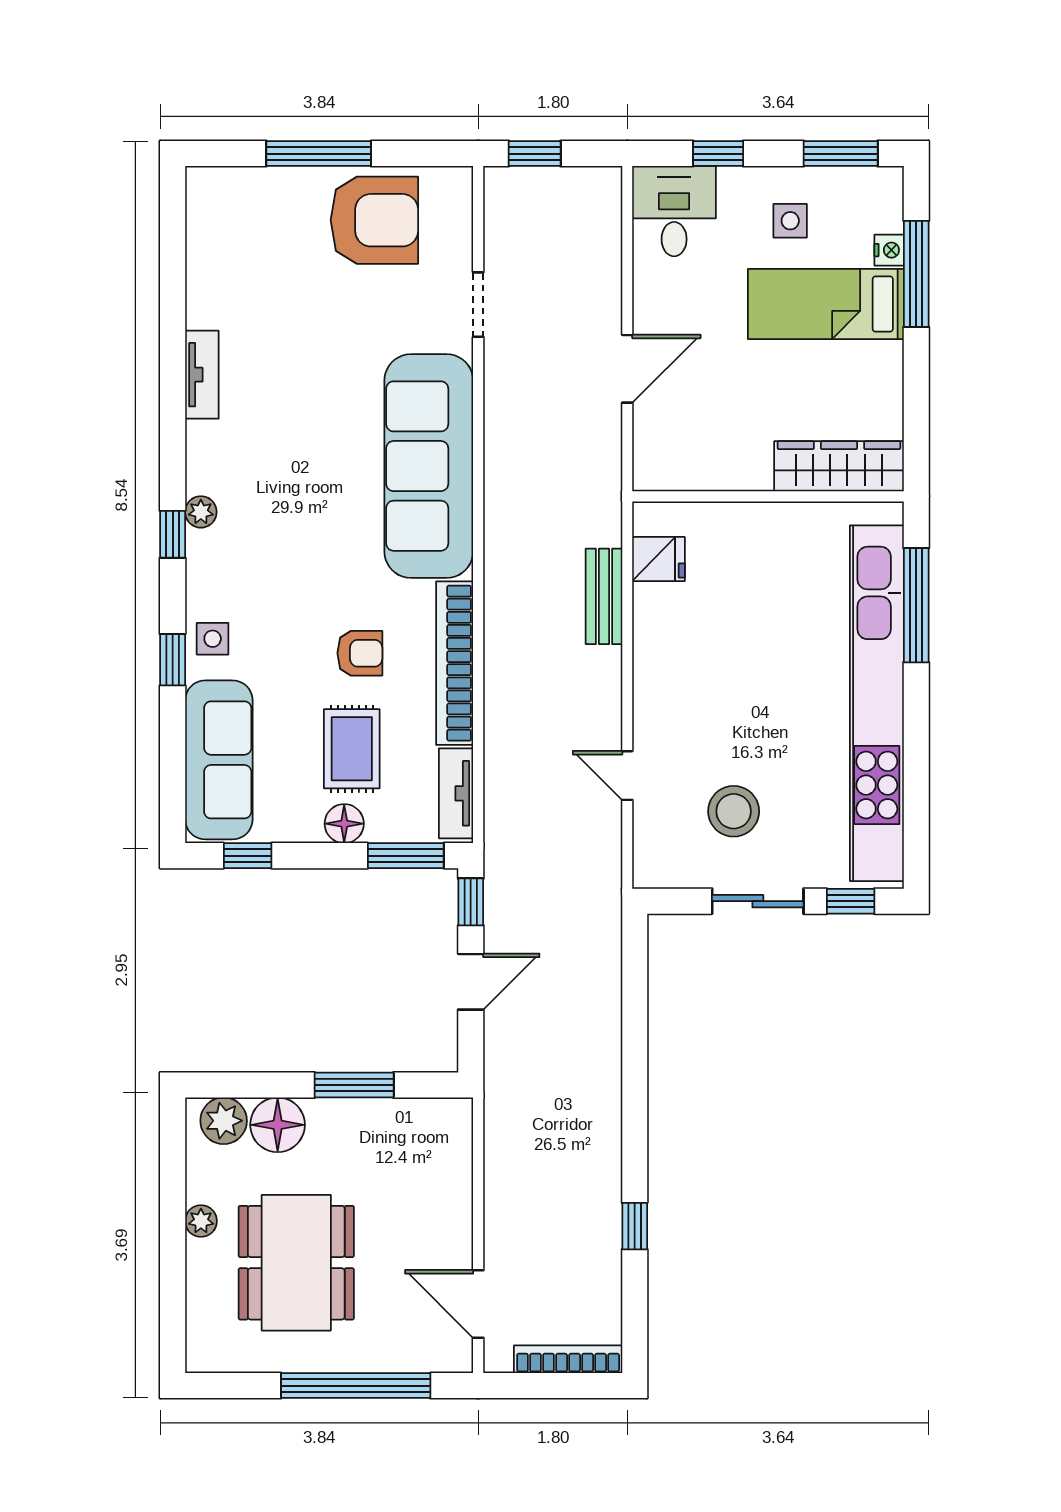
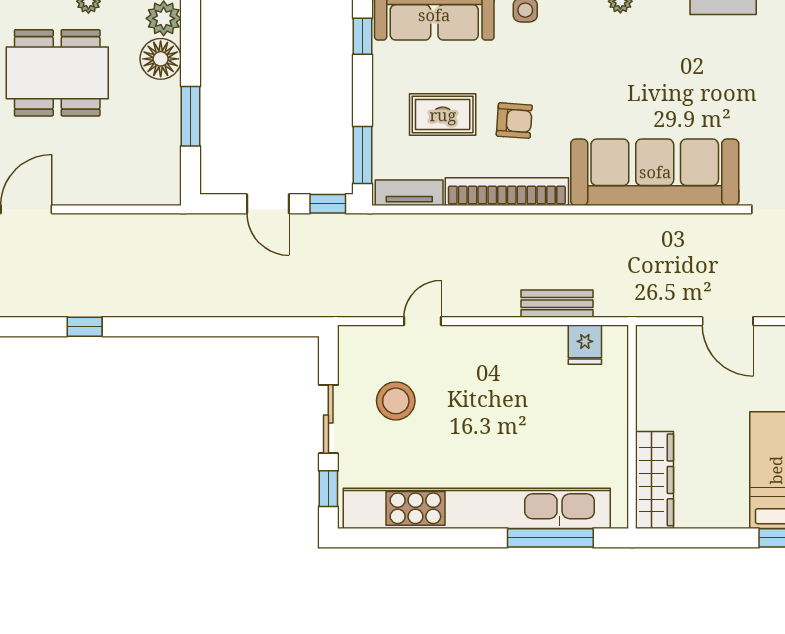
armchair: (360, 653) -> (514, 121), turned -86
floor lamp: (344, 824) -> (387, 109), removed

